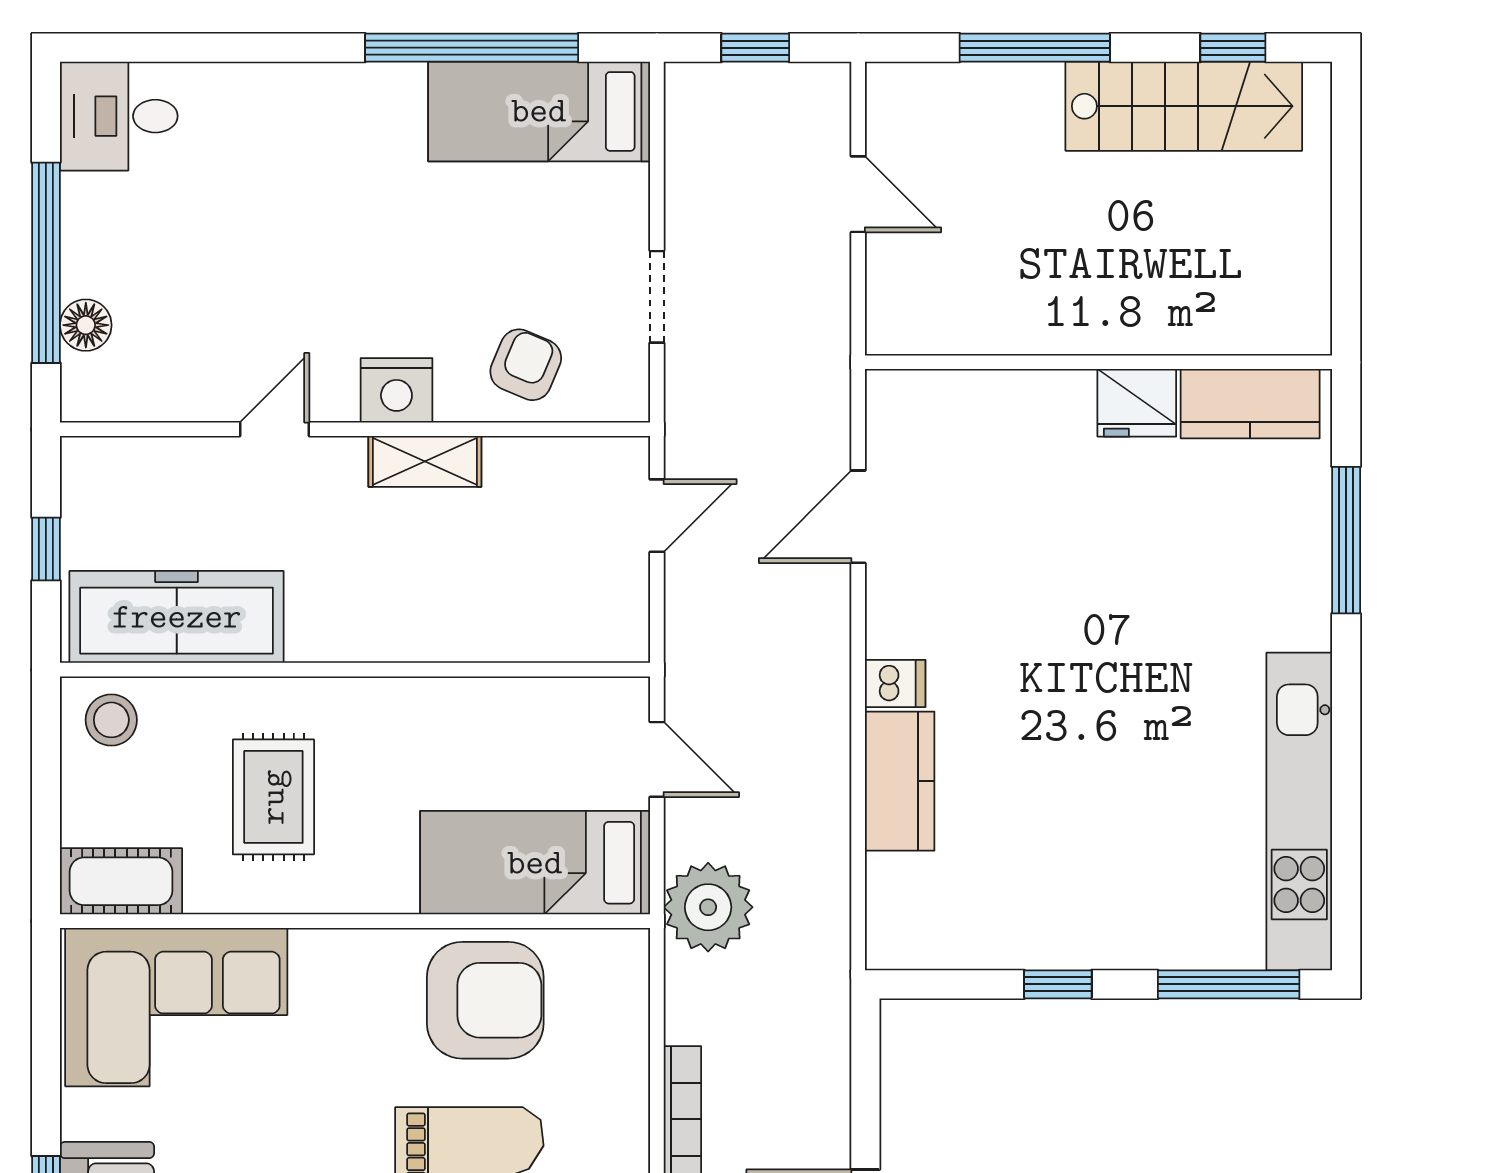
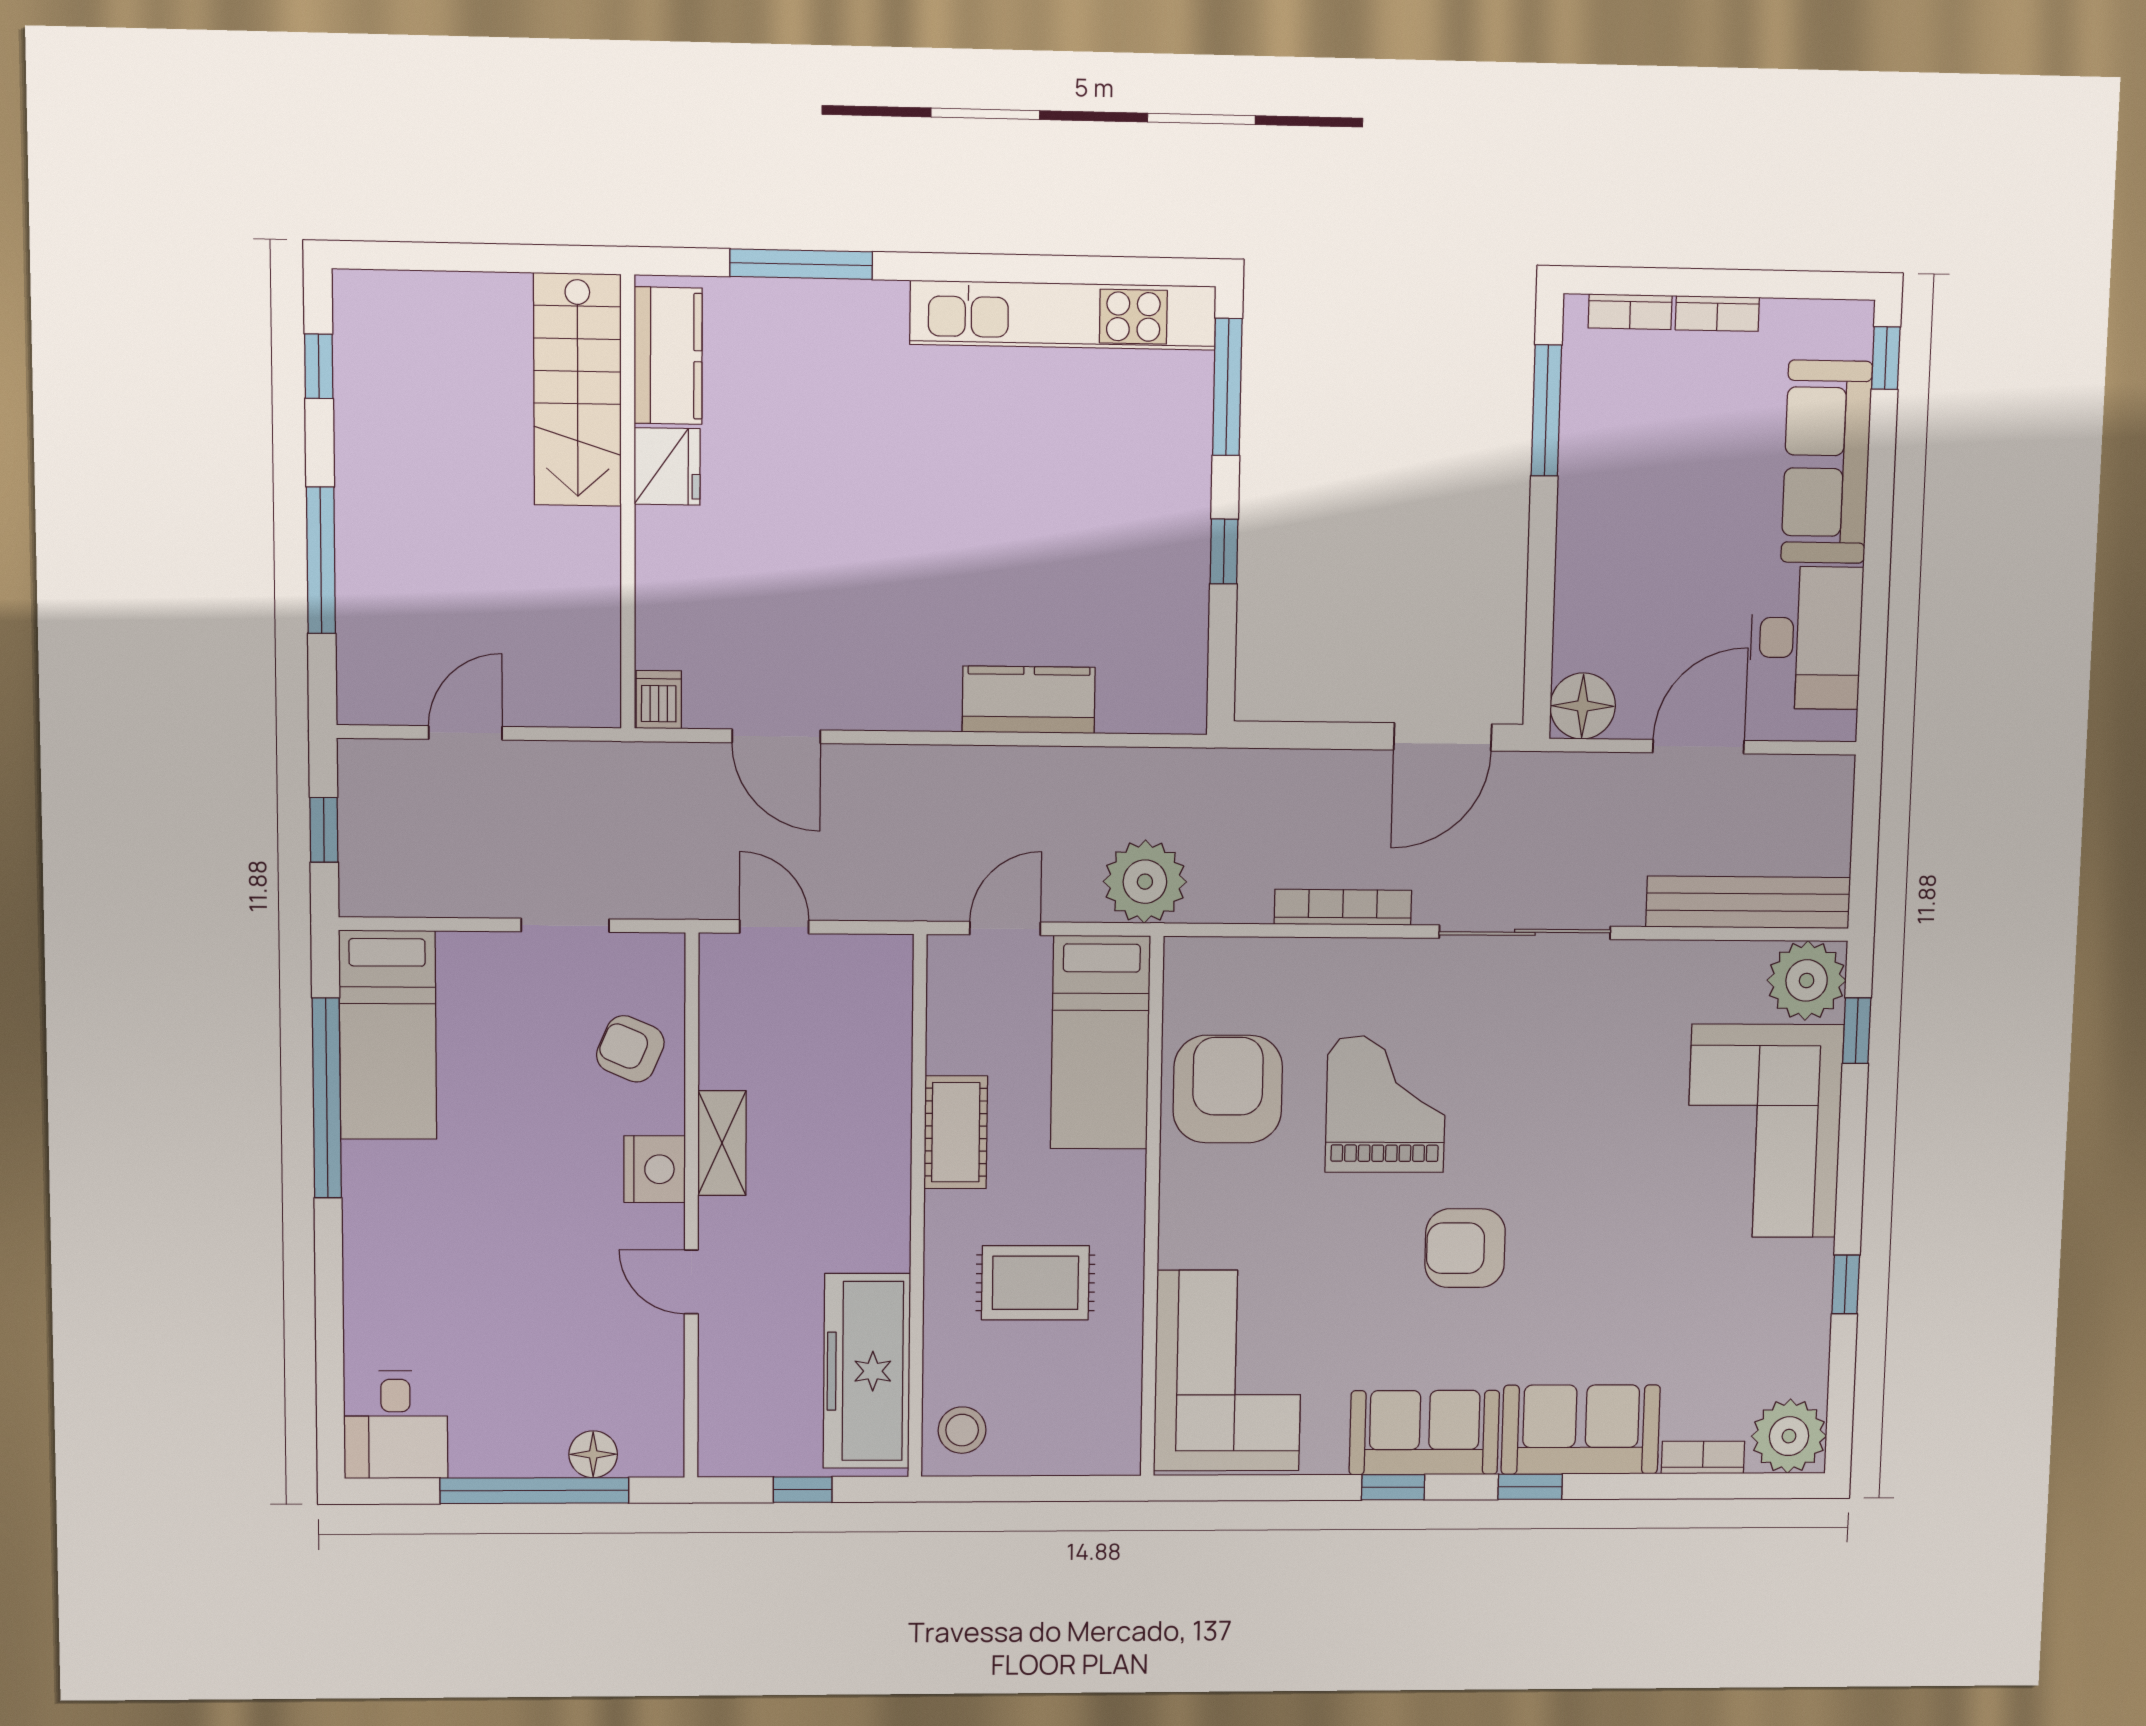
stairs: (1184, 106) -> (578, 390), moved, turned 180
dishwasher: (895, 684) -> (659, 700), moved
cot: (121, 881) -> (956, 1132), moved

